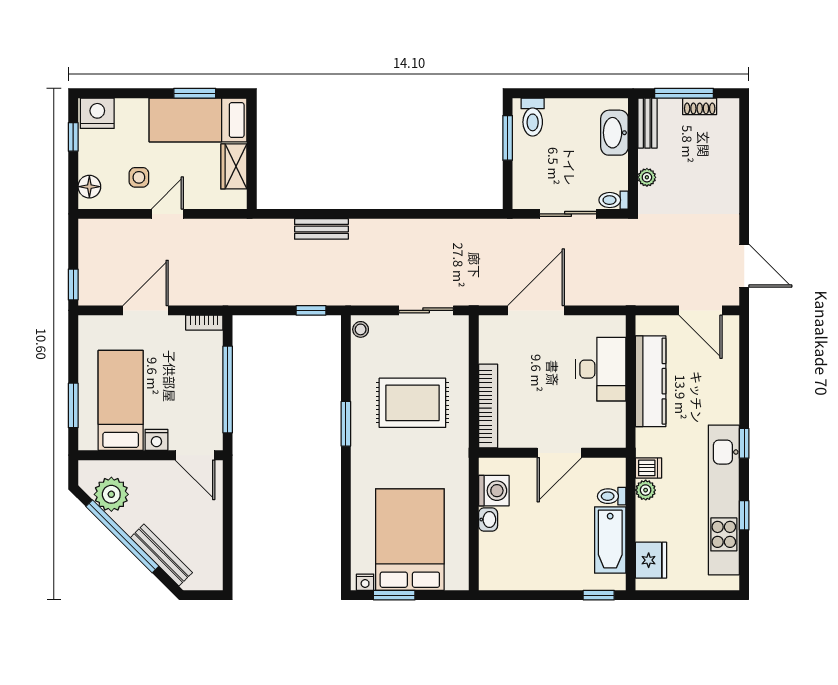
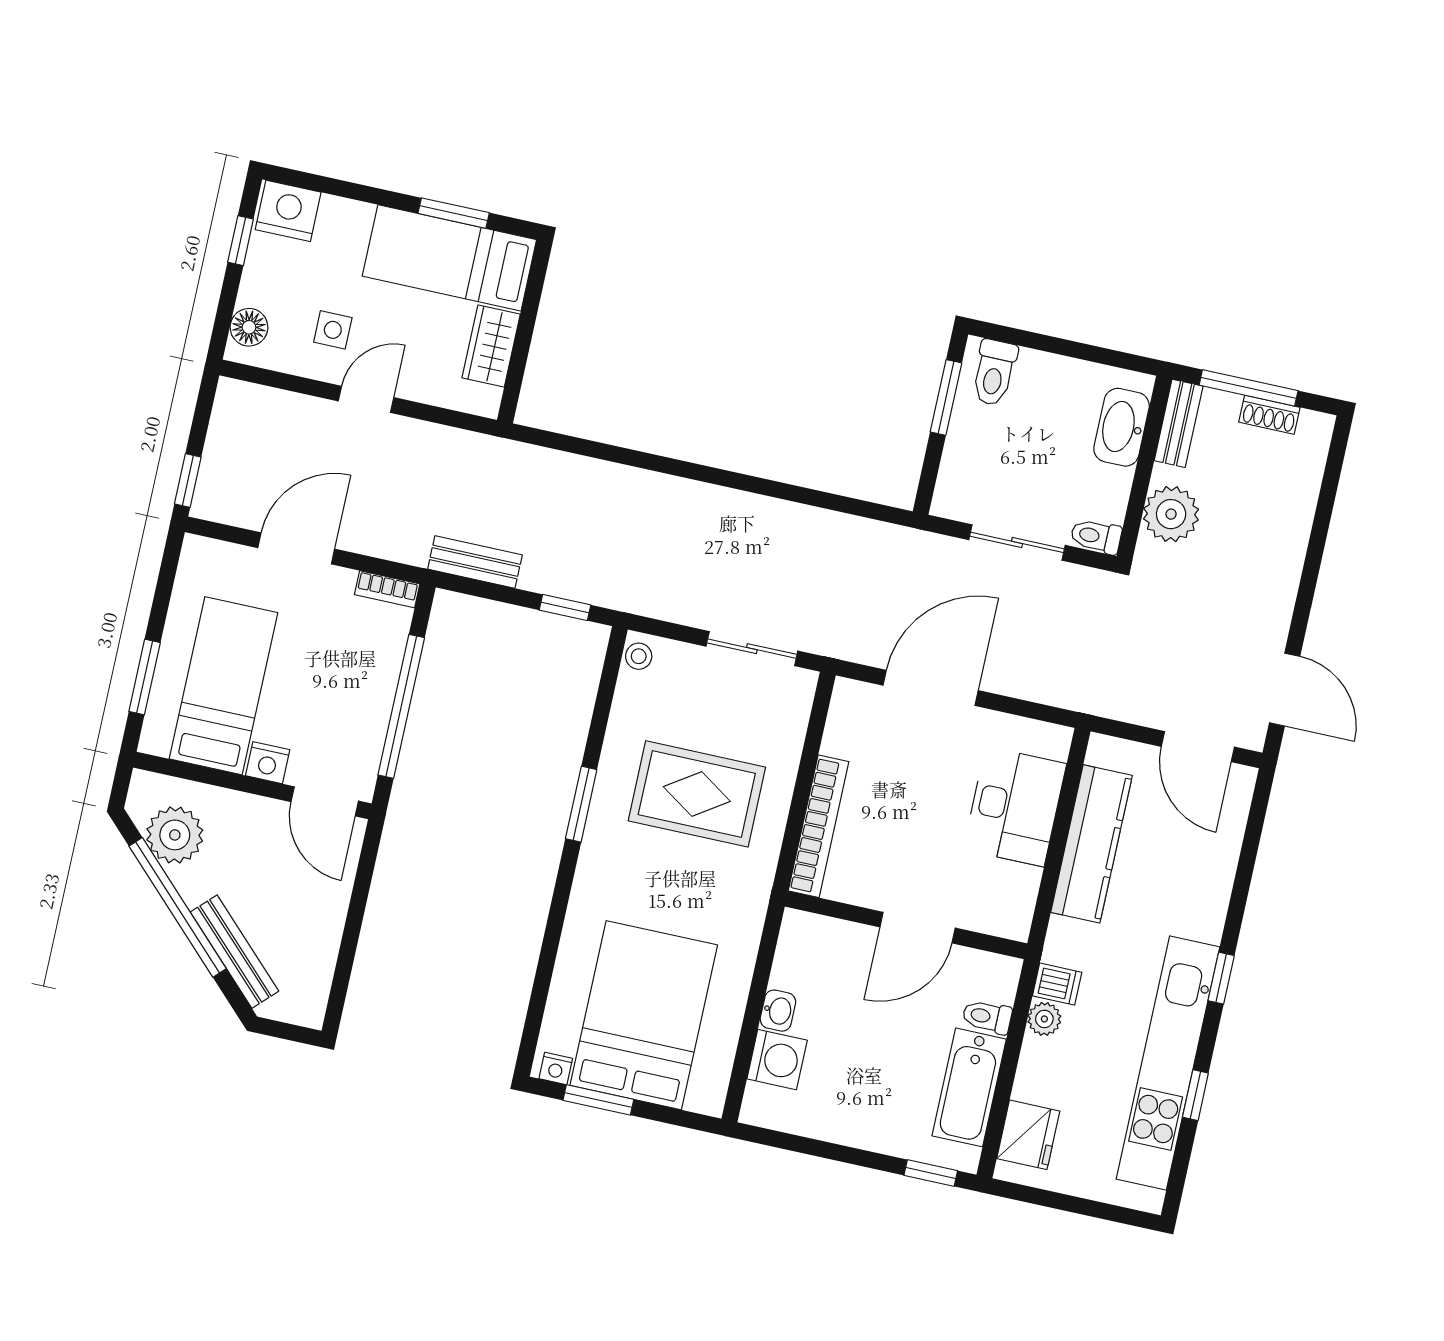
plant: (647, 177) -> (1171, 514), width x1.88, depth x1.88
bench: (321, 229) -> (475, 562), moved
washing machine: (494, 491) -> (777, 1060), moved

